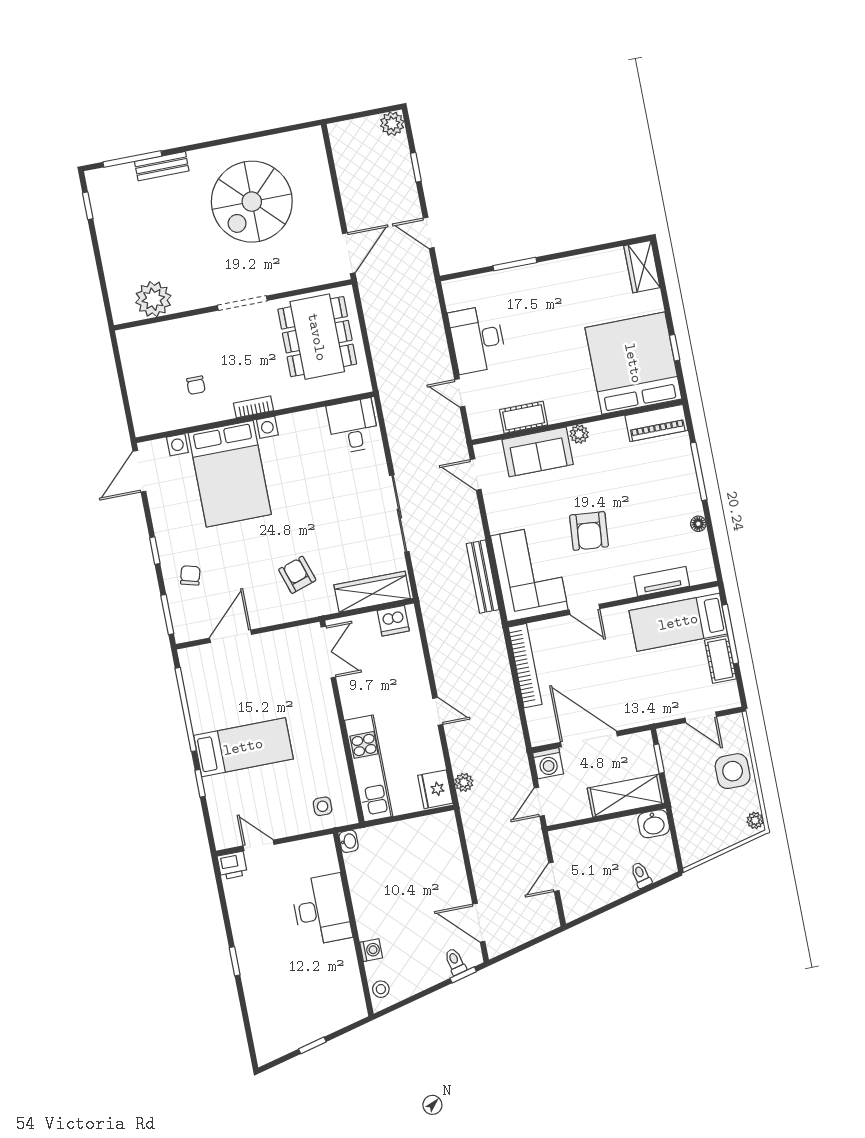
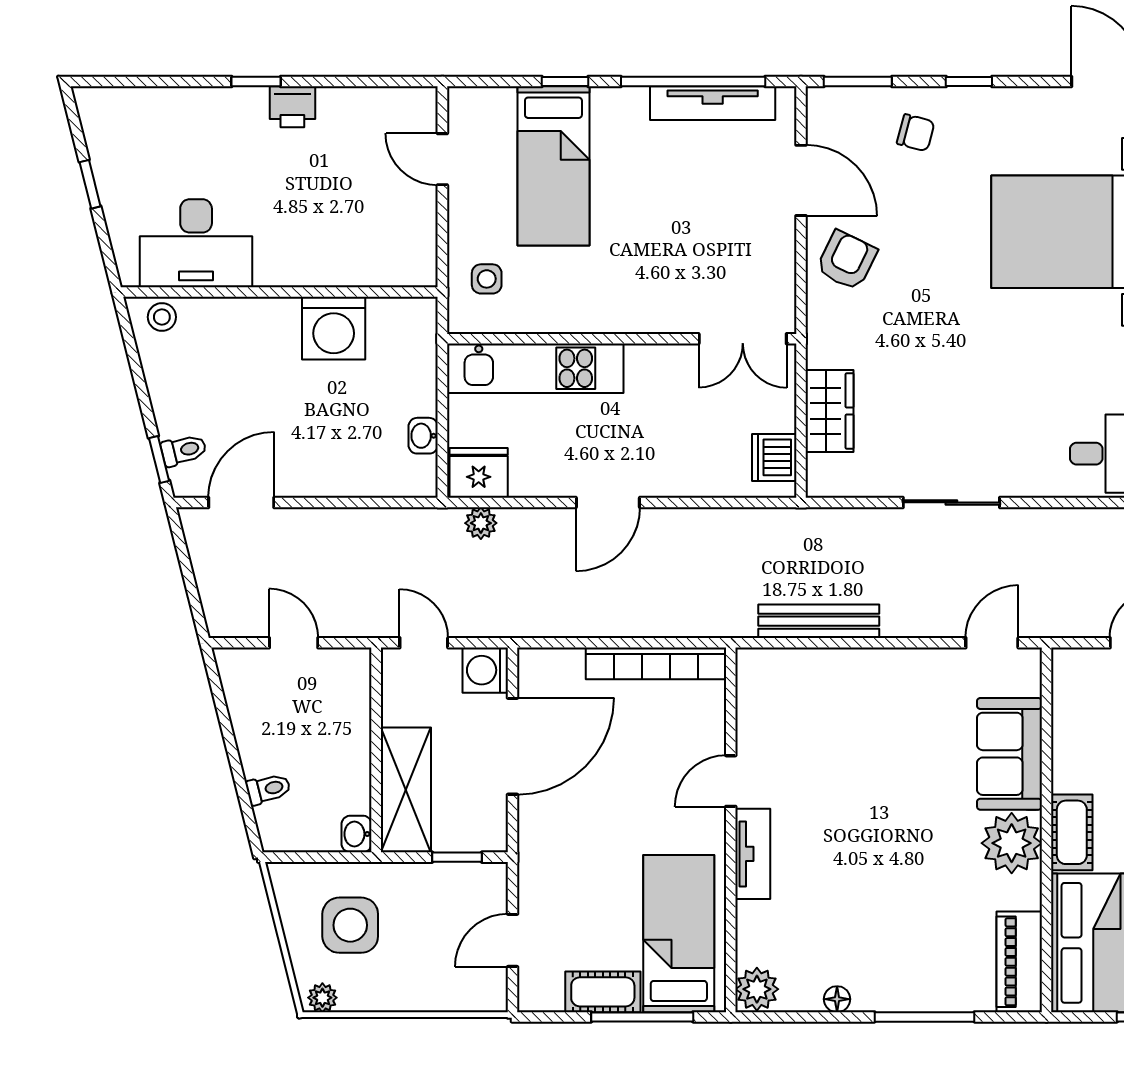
cot: (524, 417) -> (1072, 832), moved
plant: (579, 434) -> (1012, 843), width x1.88, depth x1.88
sliding door: (399, 514) -> (951, 502), width x0.73
armchair: (589, 531) -> (861, 814), removed
plant: (702, 571) -> (757, 989), added
corner sofa: (529, 573) -> (810, 701), removed
armchair: (297, 575) -> (847, 260), moved, turned -46
tv unit: (662, 581) -> (753, 854), moved
wardrobe: (372, 592) -> (829, 411), width x0.67
tv unit: (196, 696) -> (713, 103), added
door: (438, 711) -> (608, 502), width x1.38
bed: (243, 747) -> (553, 166), moved
side table: (733, 771) -> (350, 925), moved
washbasin: (654, 824) -> (357, 834), width x0.72, depth x0.69
washbasin: (349, 841) -> (423, 436), moved, turned 90
door: (259, 845) -> (442, 159), swing flipped
printer: (232, 865) -> (292, 107), moved, turned -90
desk: (321, 910) -> (196, 243), moved
washing machine: (371, 950) -> (334, 328), moved, width x1.89, depth x1.89

